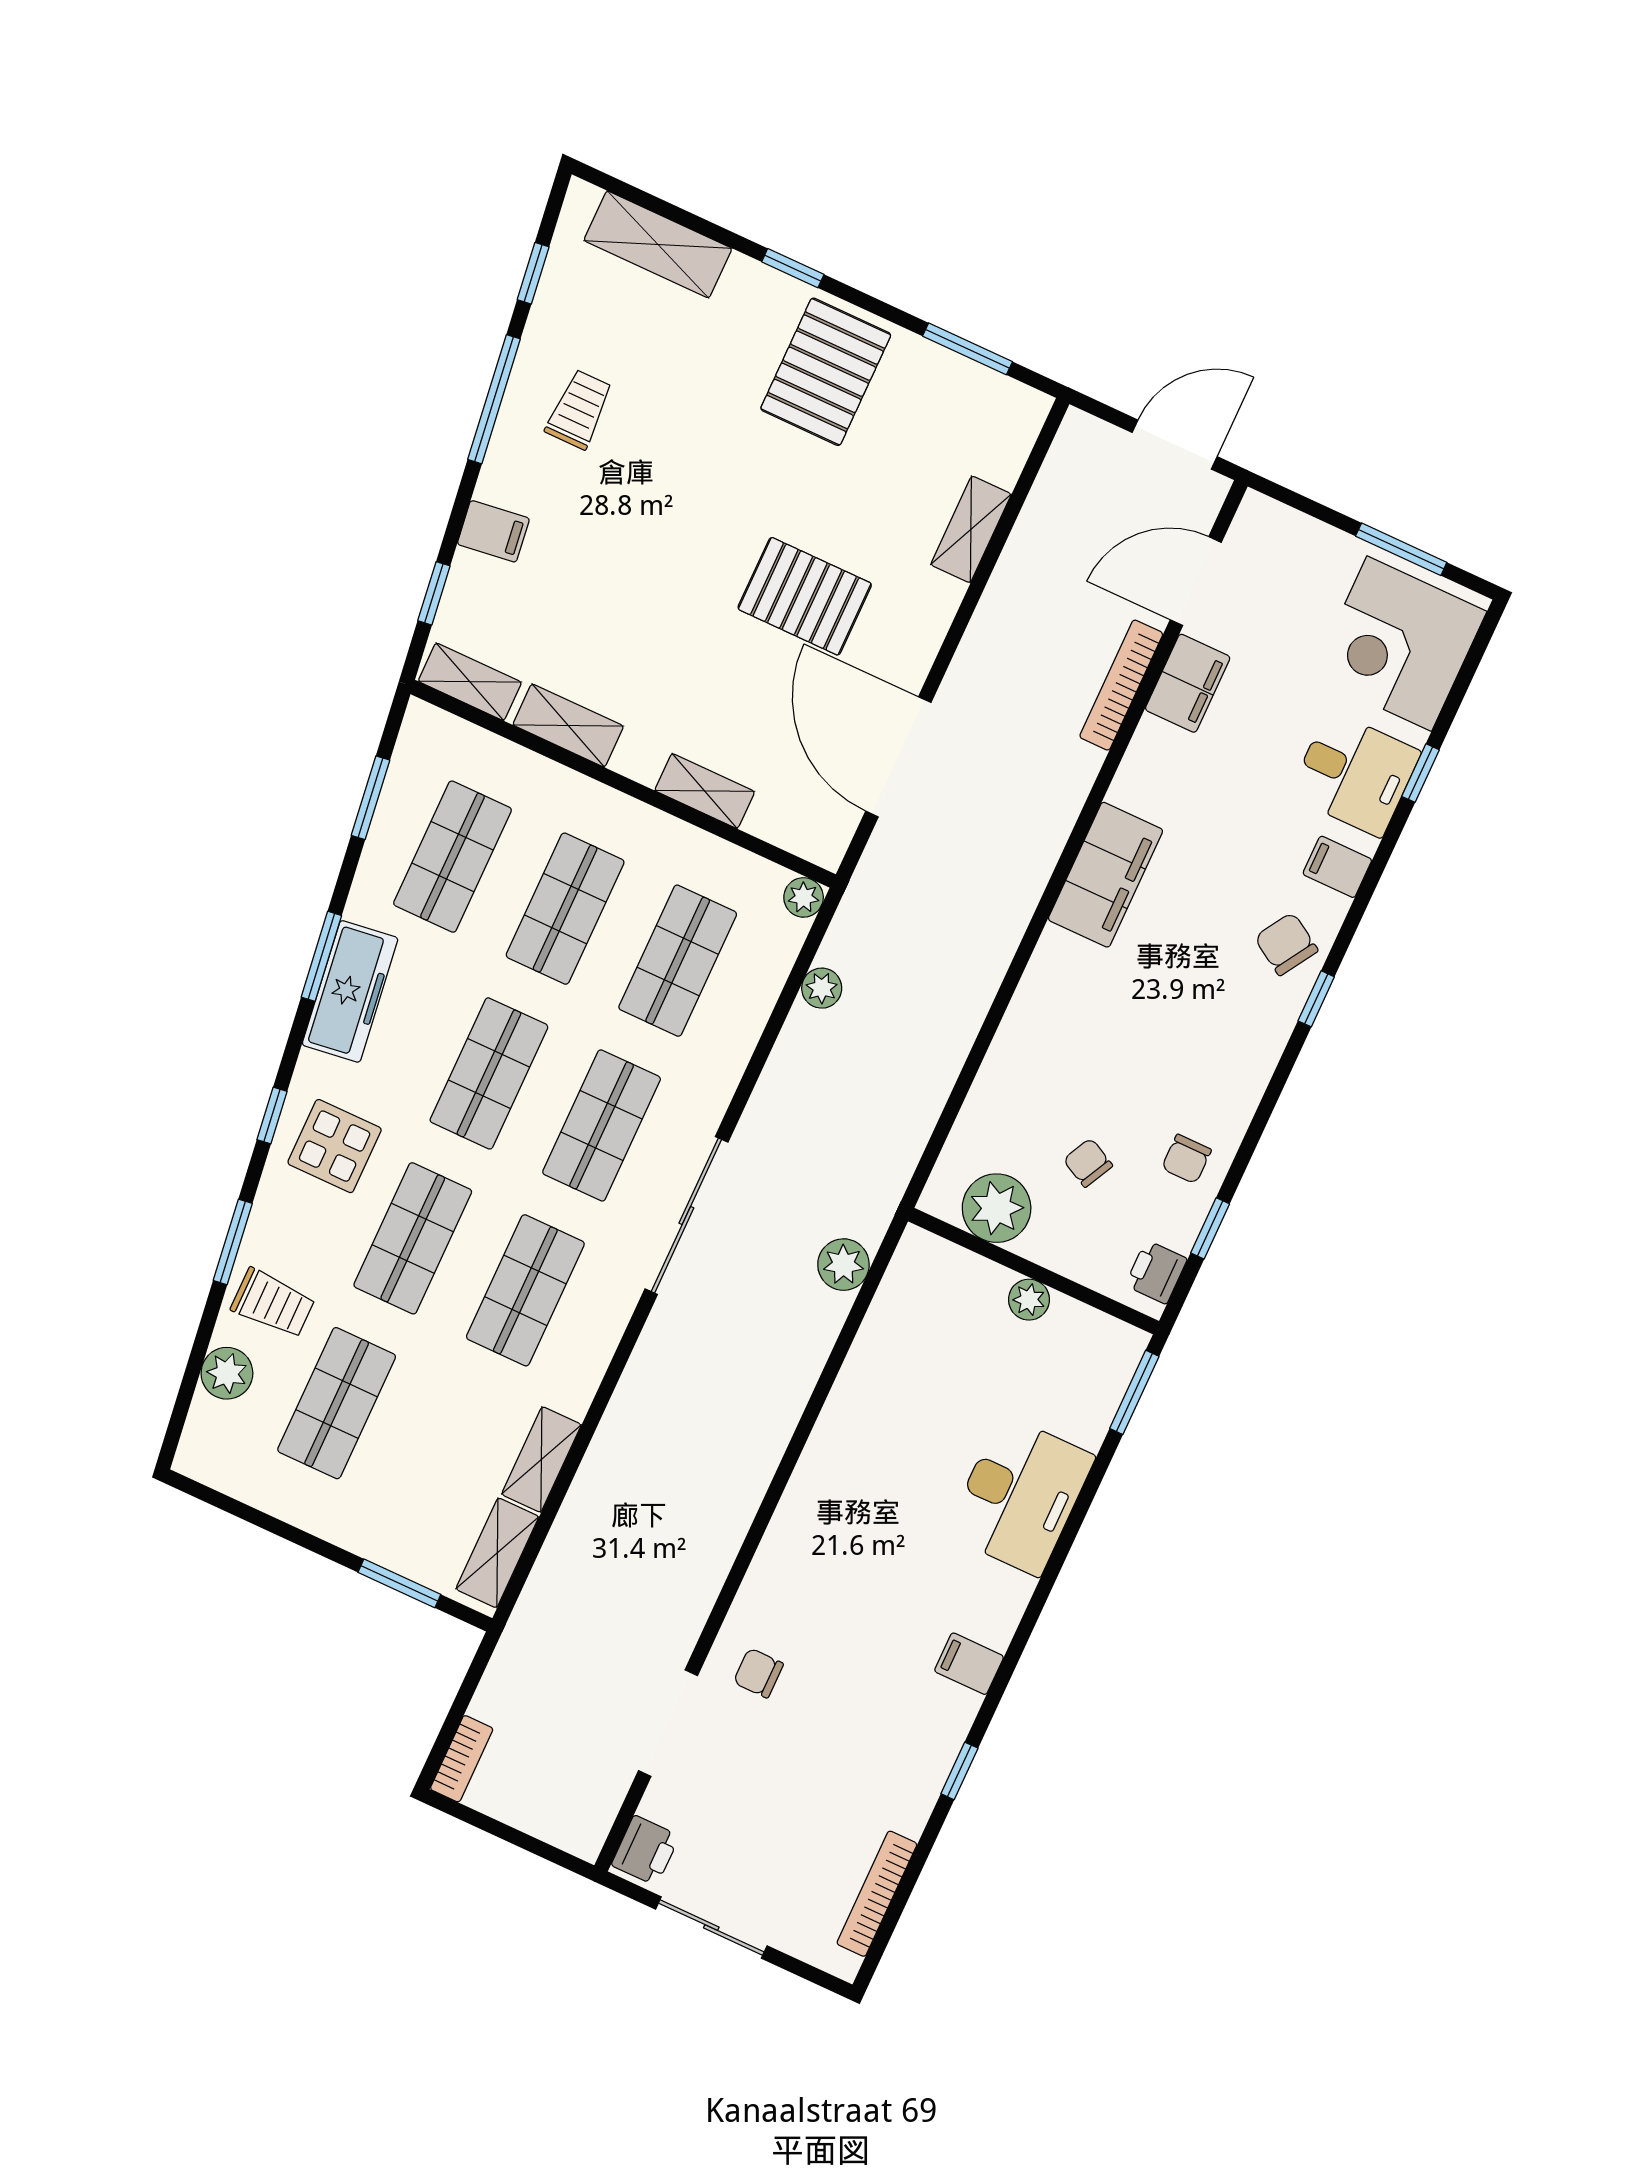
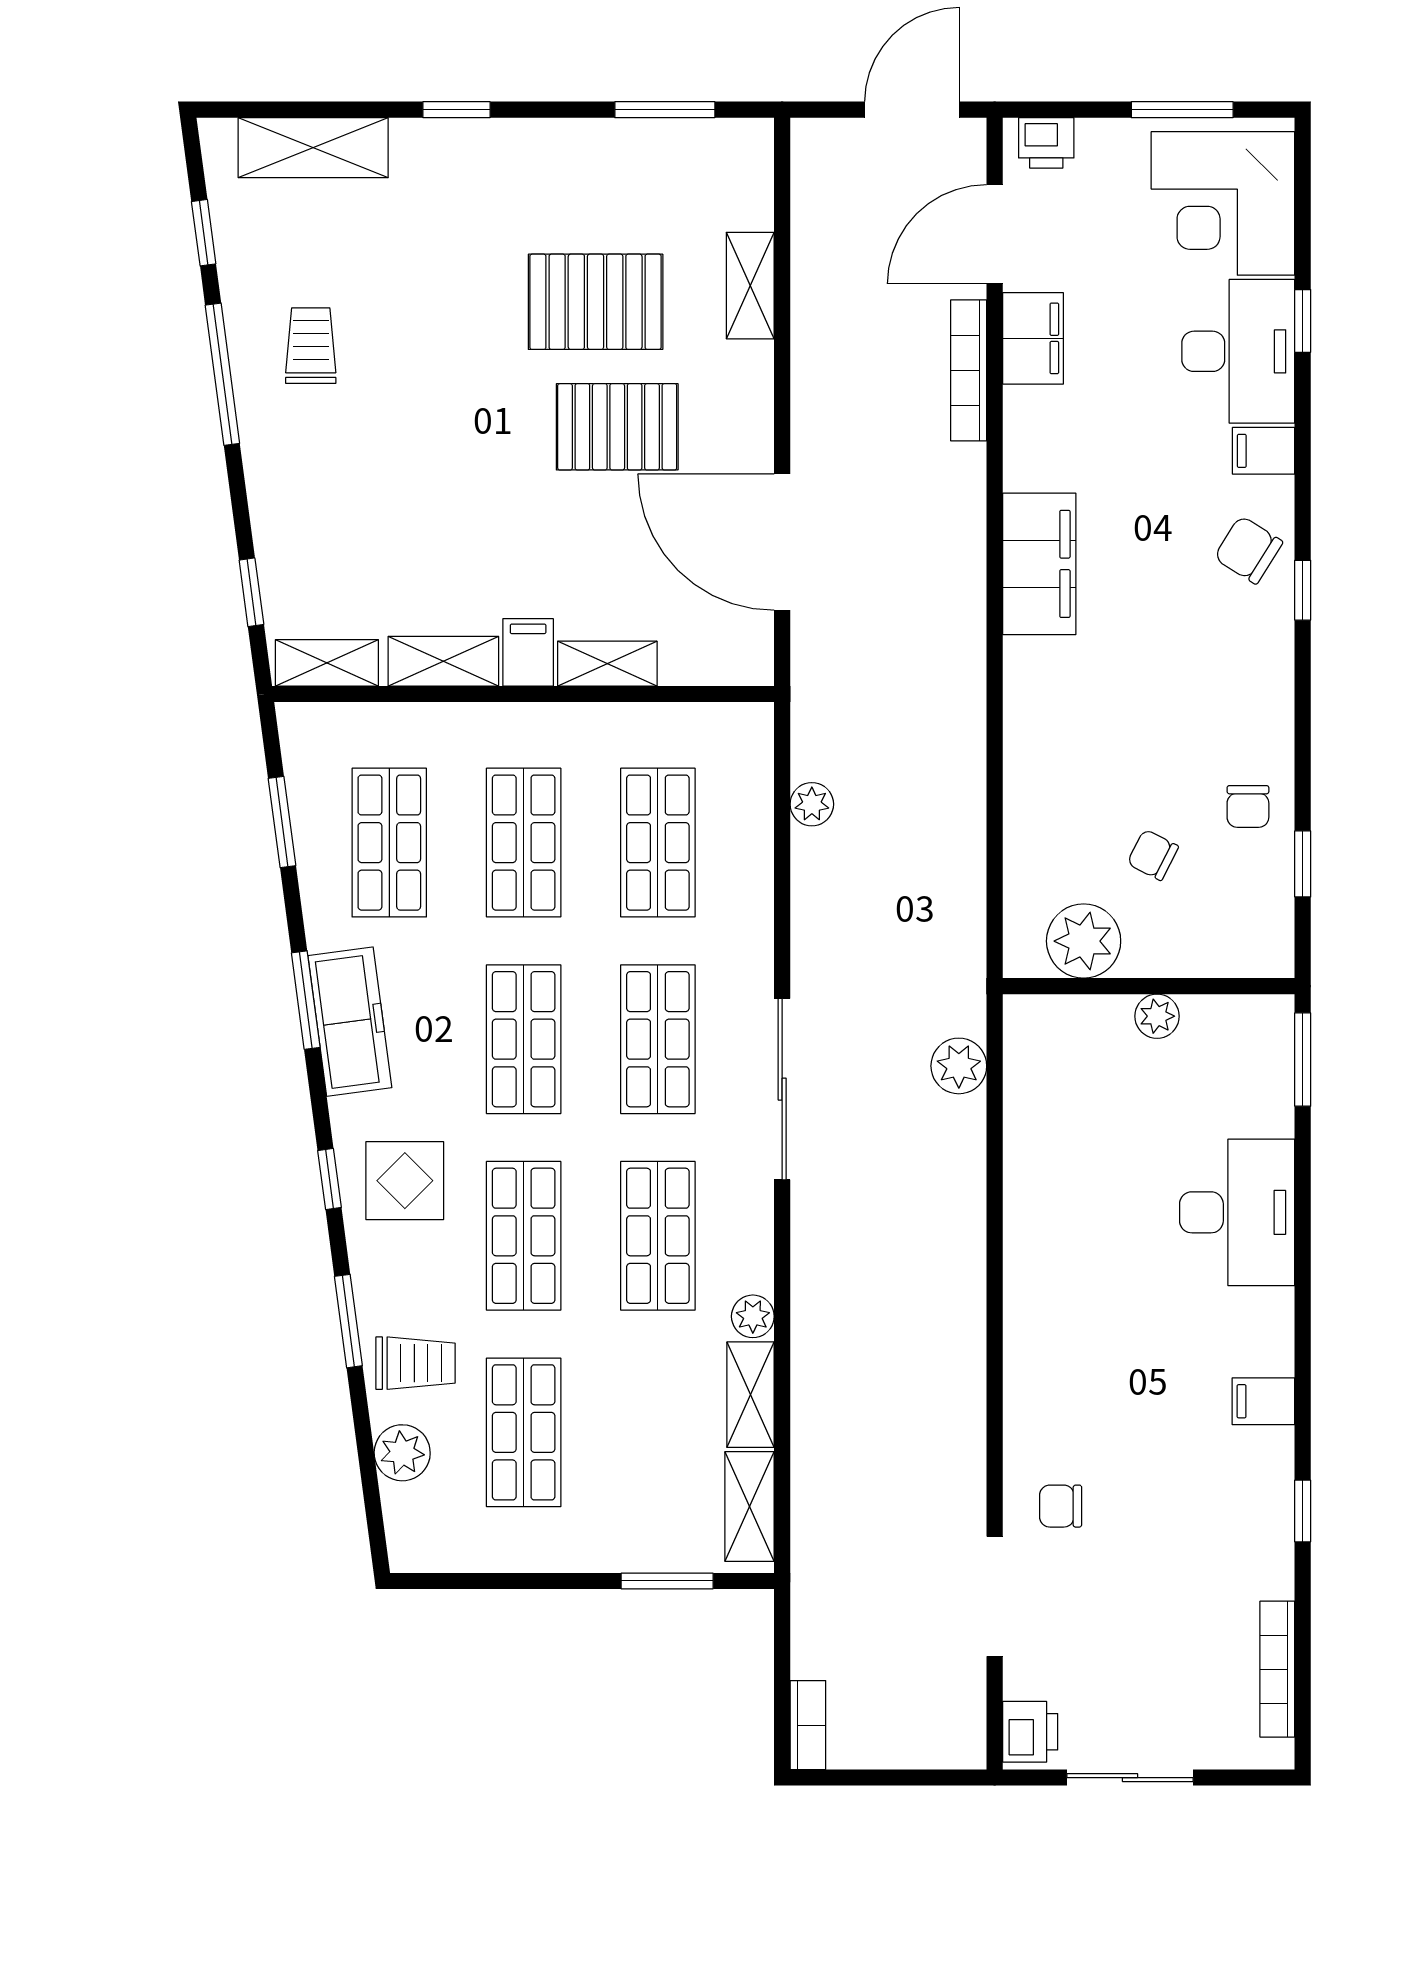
pallet: (826, 372) -> (596, 302), moved, turned 90
filing cabinet: (493, 531) -> (528, 652), moved, turned -82
desk: (1355, 774) -> (1238, 351), width x1.37
plant: (804, 897) -> (753, 1316), moved
printer: (1156, 1272) -> (1046, 143), moved, turned -90

